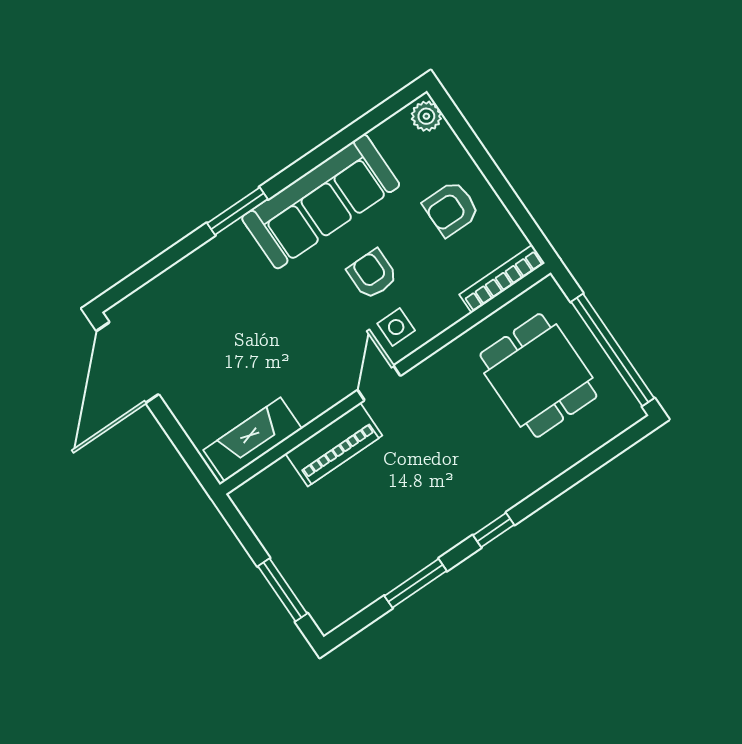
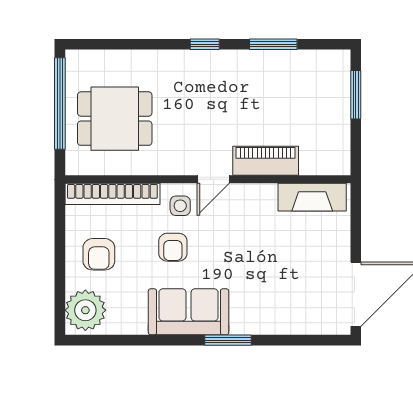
plant: (426, 116) -> (85, 310), width x1.88, depth x1.88
sofa: (321, 201) -> (189, 312), width x0.73
armchair: (451, 209) -> (99, 254), turned 90
bookcase: (502, 279) -> (112, 194), width x1.48, depth x1.31
dining table: (538, 375) -> (115, 119), turned 90

